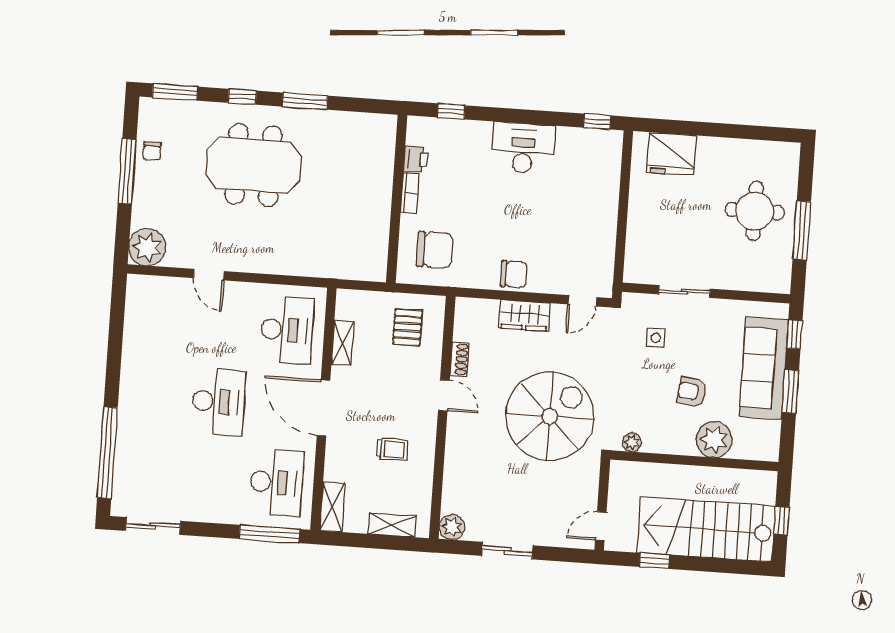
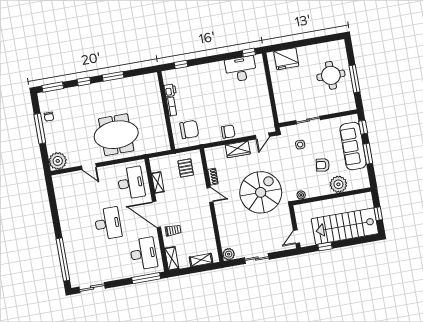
desk: (523, 148) -> (241, 69), moved
meeting table: (253, 165) -> (116, 135), moved
trolley: (392, 449) -> (173, 230), moved

